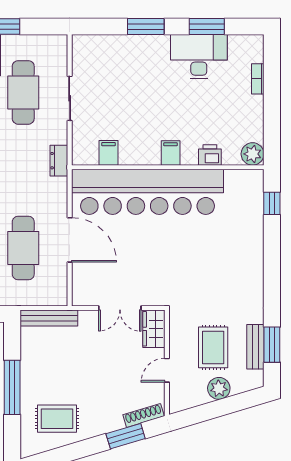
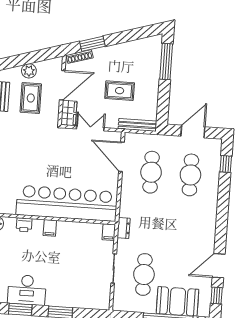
filing cabinet: (109, 153) -> (109, 232), moved
door: (70, 240) -> (121, 157), moved
door: (167, 370) -> (62, 85), width x1.88
window: (12, 387) -> (166, 62), moved
rug: (57, 419) -> (120, 91), moved

